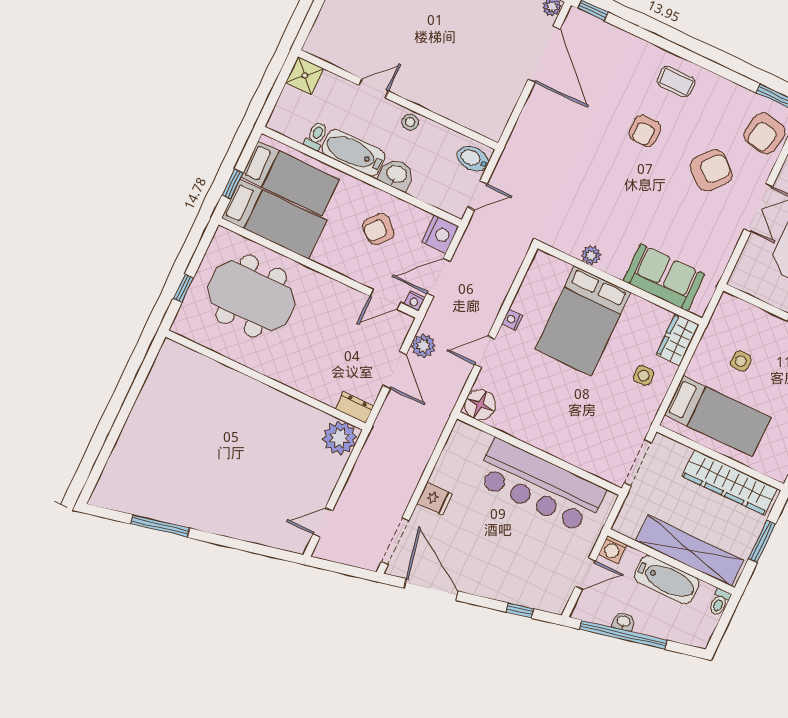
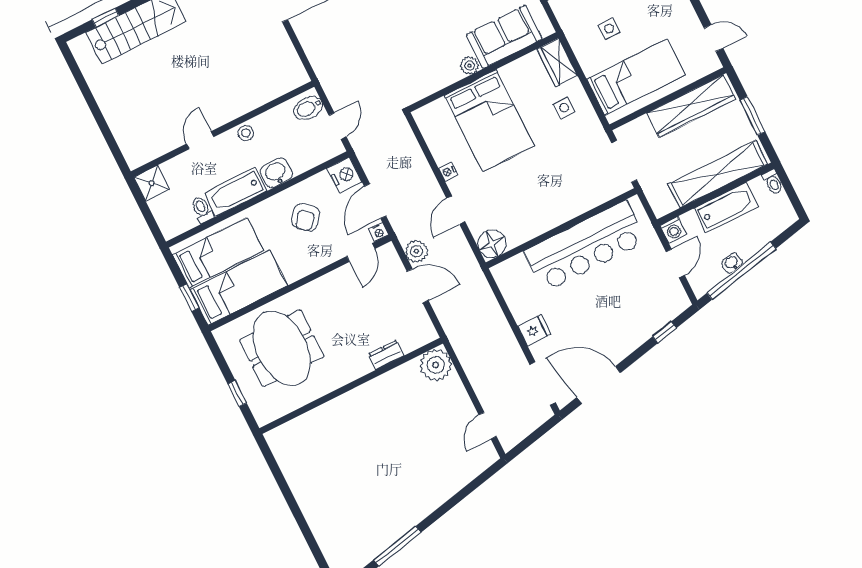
plant: (591, 255) -> (469, 66), moved
meeting table: (251, 296) -> (282, 348), turned 90
dresser: (354, 407) -> (386, 355), moved

